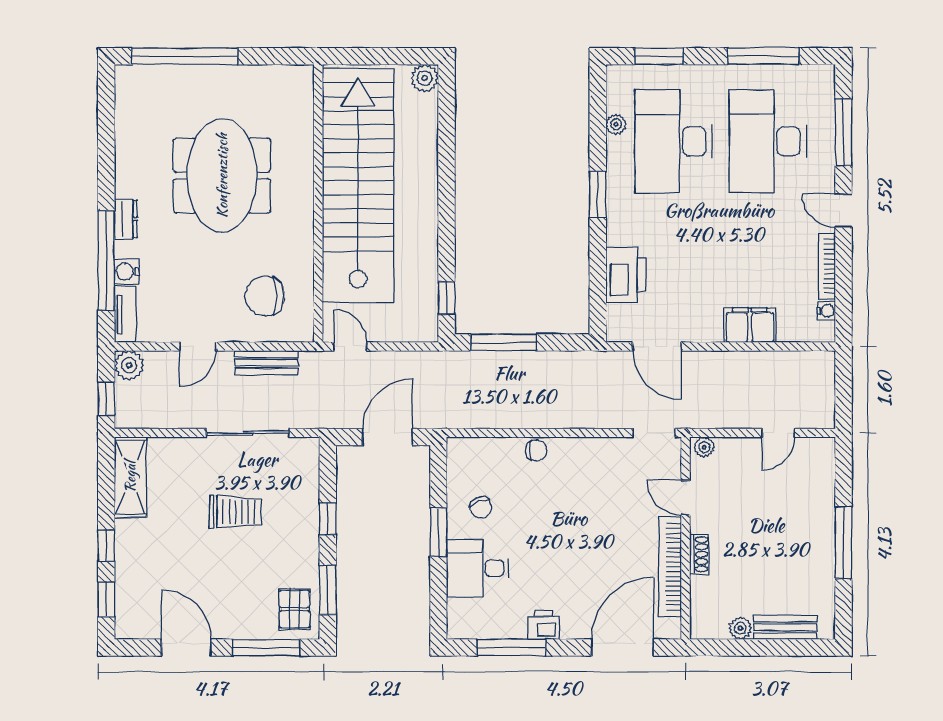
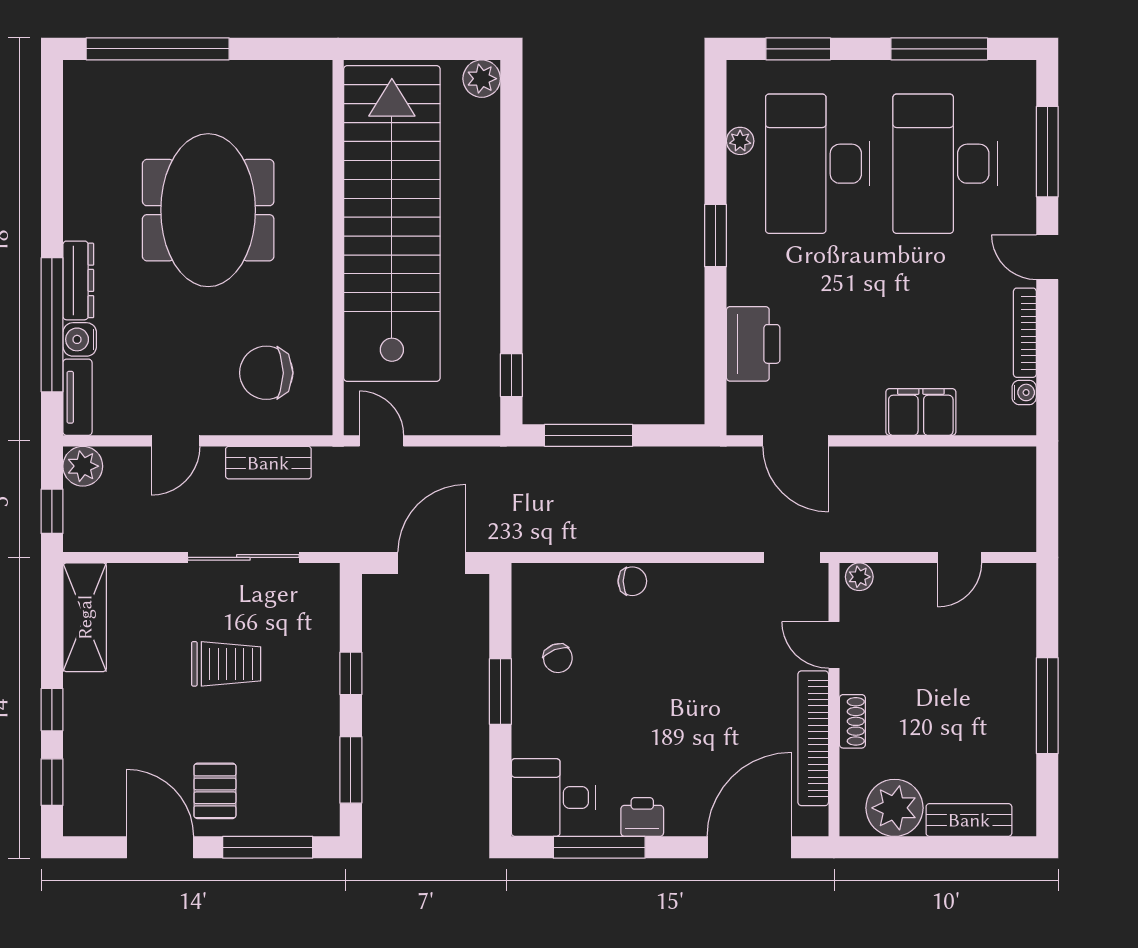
dresser: (126, 219) -> (78, 280), width x1.44
desk: (478, 568) -> (553, 798), moved
pallet: (294, 609) -> (215, 791), moved
plant: (740, 628) -> (895, 808), width x1.88, depth x1.88

